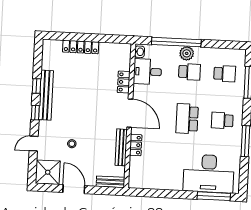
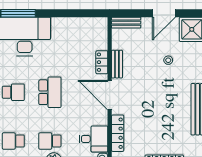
locker: (124, 82) -> (118, 133), width x1.53
bench: (121, 147) -> (117, 64), width x0.73
door: (74, 189) -> (164, 13), hinge flipped

